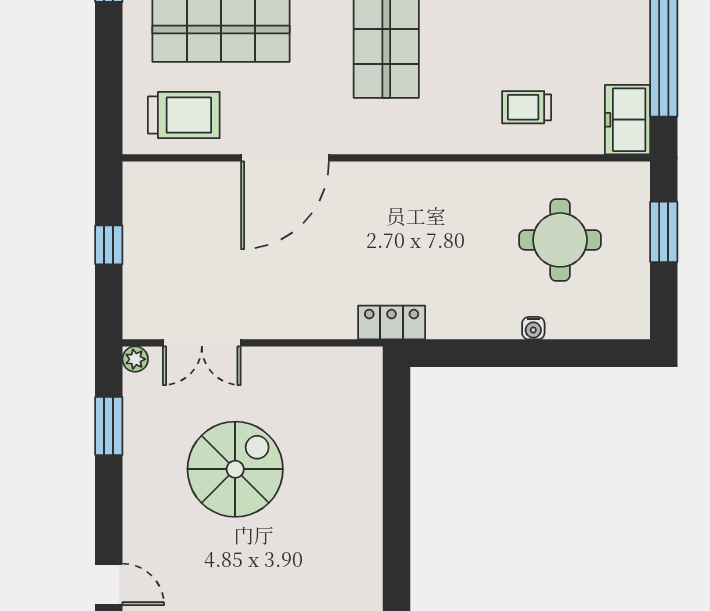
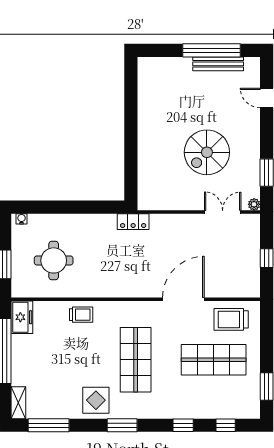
trolley: (527, 107) -> (81, 315), moved
water cooler: (533, 328) -> (22, 219), moved

